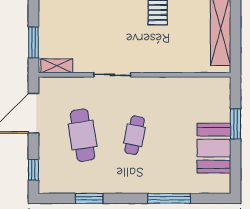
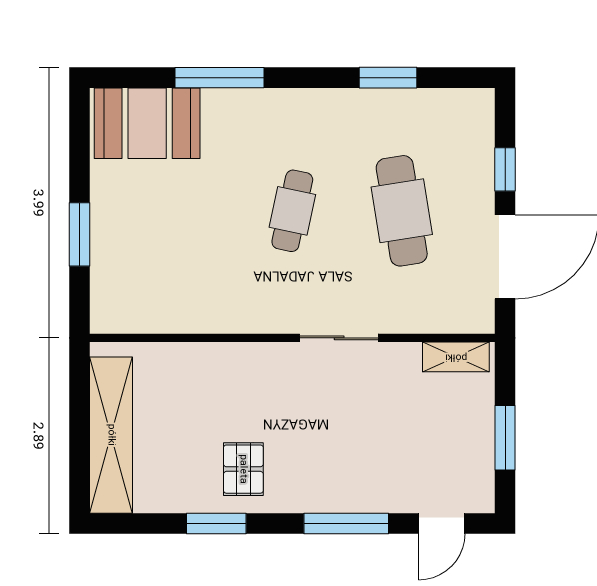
window: (33, 42) -> (505, 438), moved
booth: (214, 148) -> (147, 123), moved, turned 90
window: (33, 170) -> (505, 169), moved

